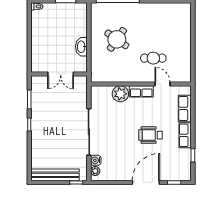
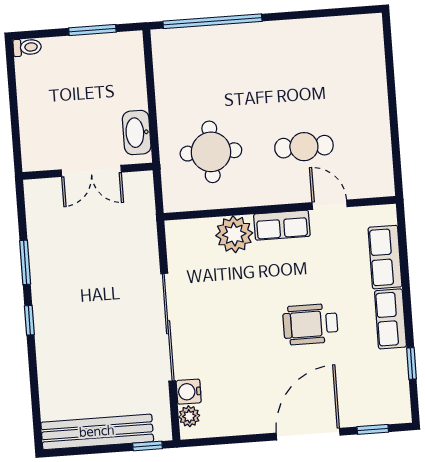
round table: (117, 39) -> (211, 152), moved, turned -35
wall: (59, 74) -> (88, 171), moved
double door: (61, 74) -> (91, 171), moved

